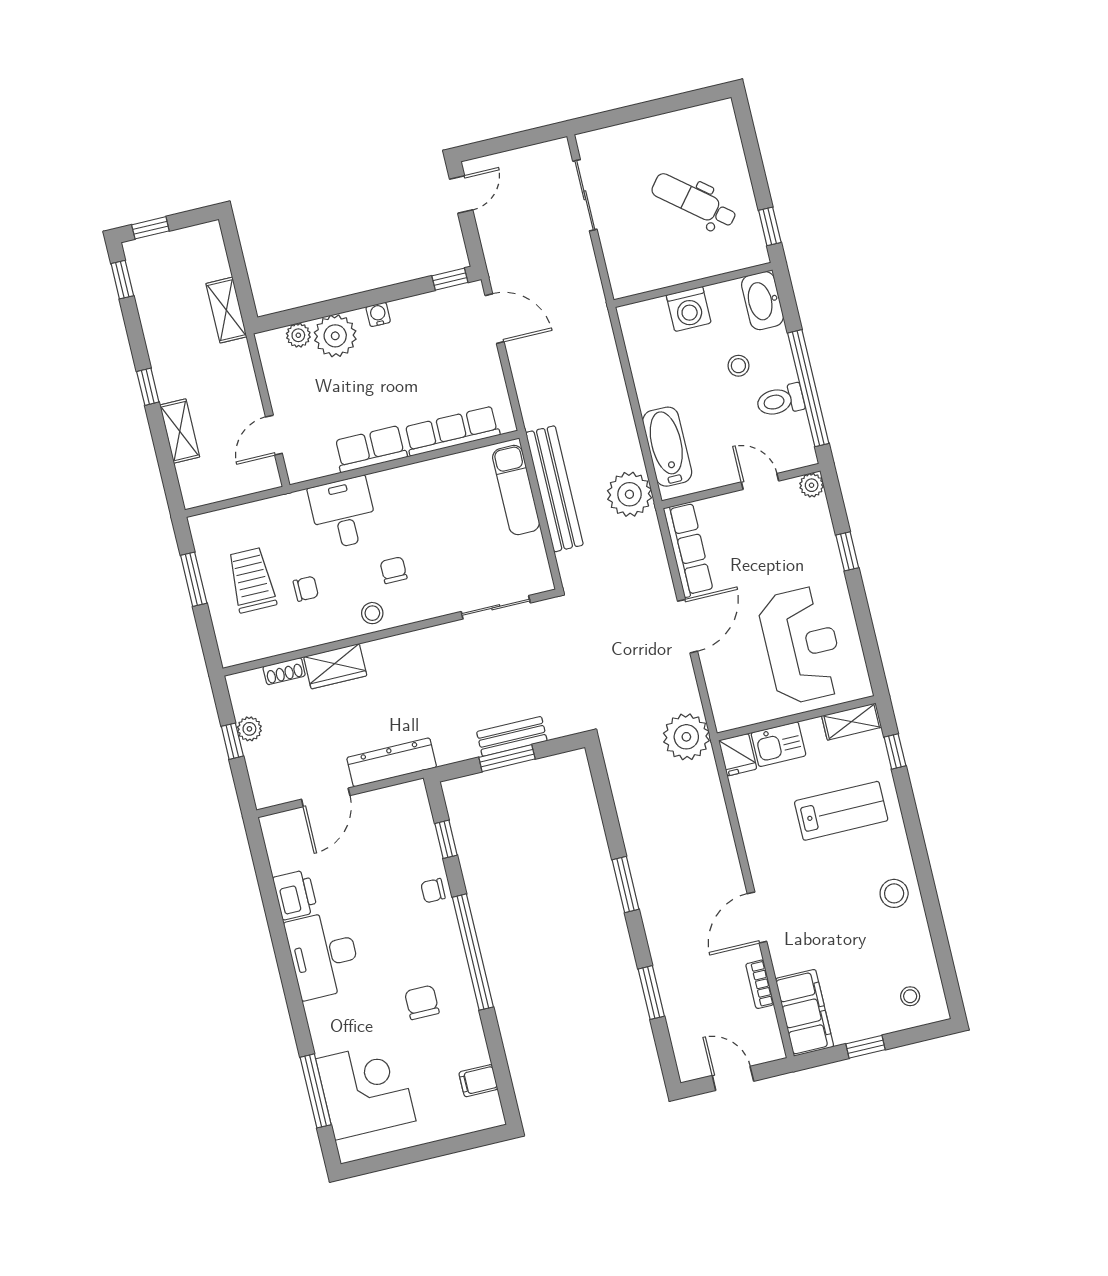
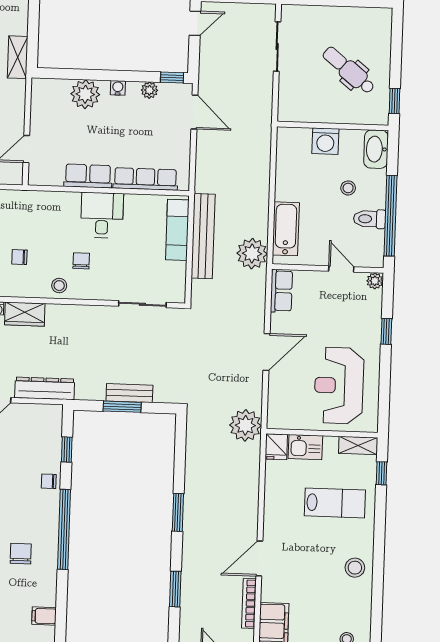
plant: (298, 335) -> (149, 90), moved
desk: (343, 513) -> (102, 215), moved
row of seats: (688, 550) -> (281, 291), width x0.68
chair: (306, 589) -> (19, 257), turned 180
reception desk: (802, 645) -> (339, 386), turned 180
bookcase: (760, 984) -> (249, 603), width x1.56

